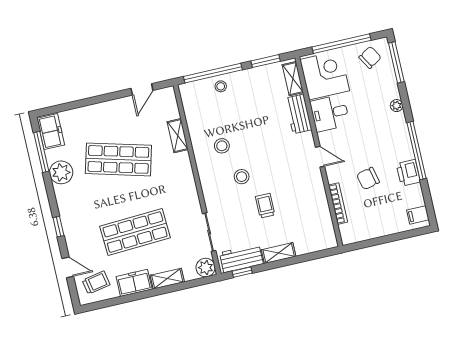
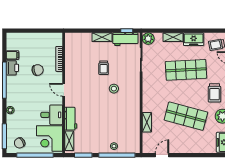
stool: (222, 146) -> (121, 110), removed
trolley: (82, 206) -> (214, 93), added
filing cabinet: (418, 215) -> (13, 55), moved

